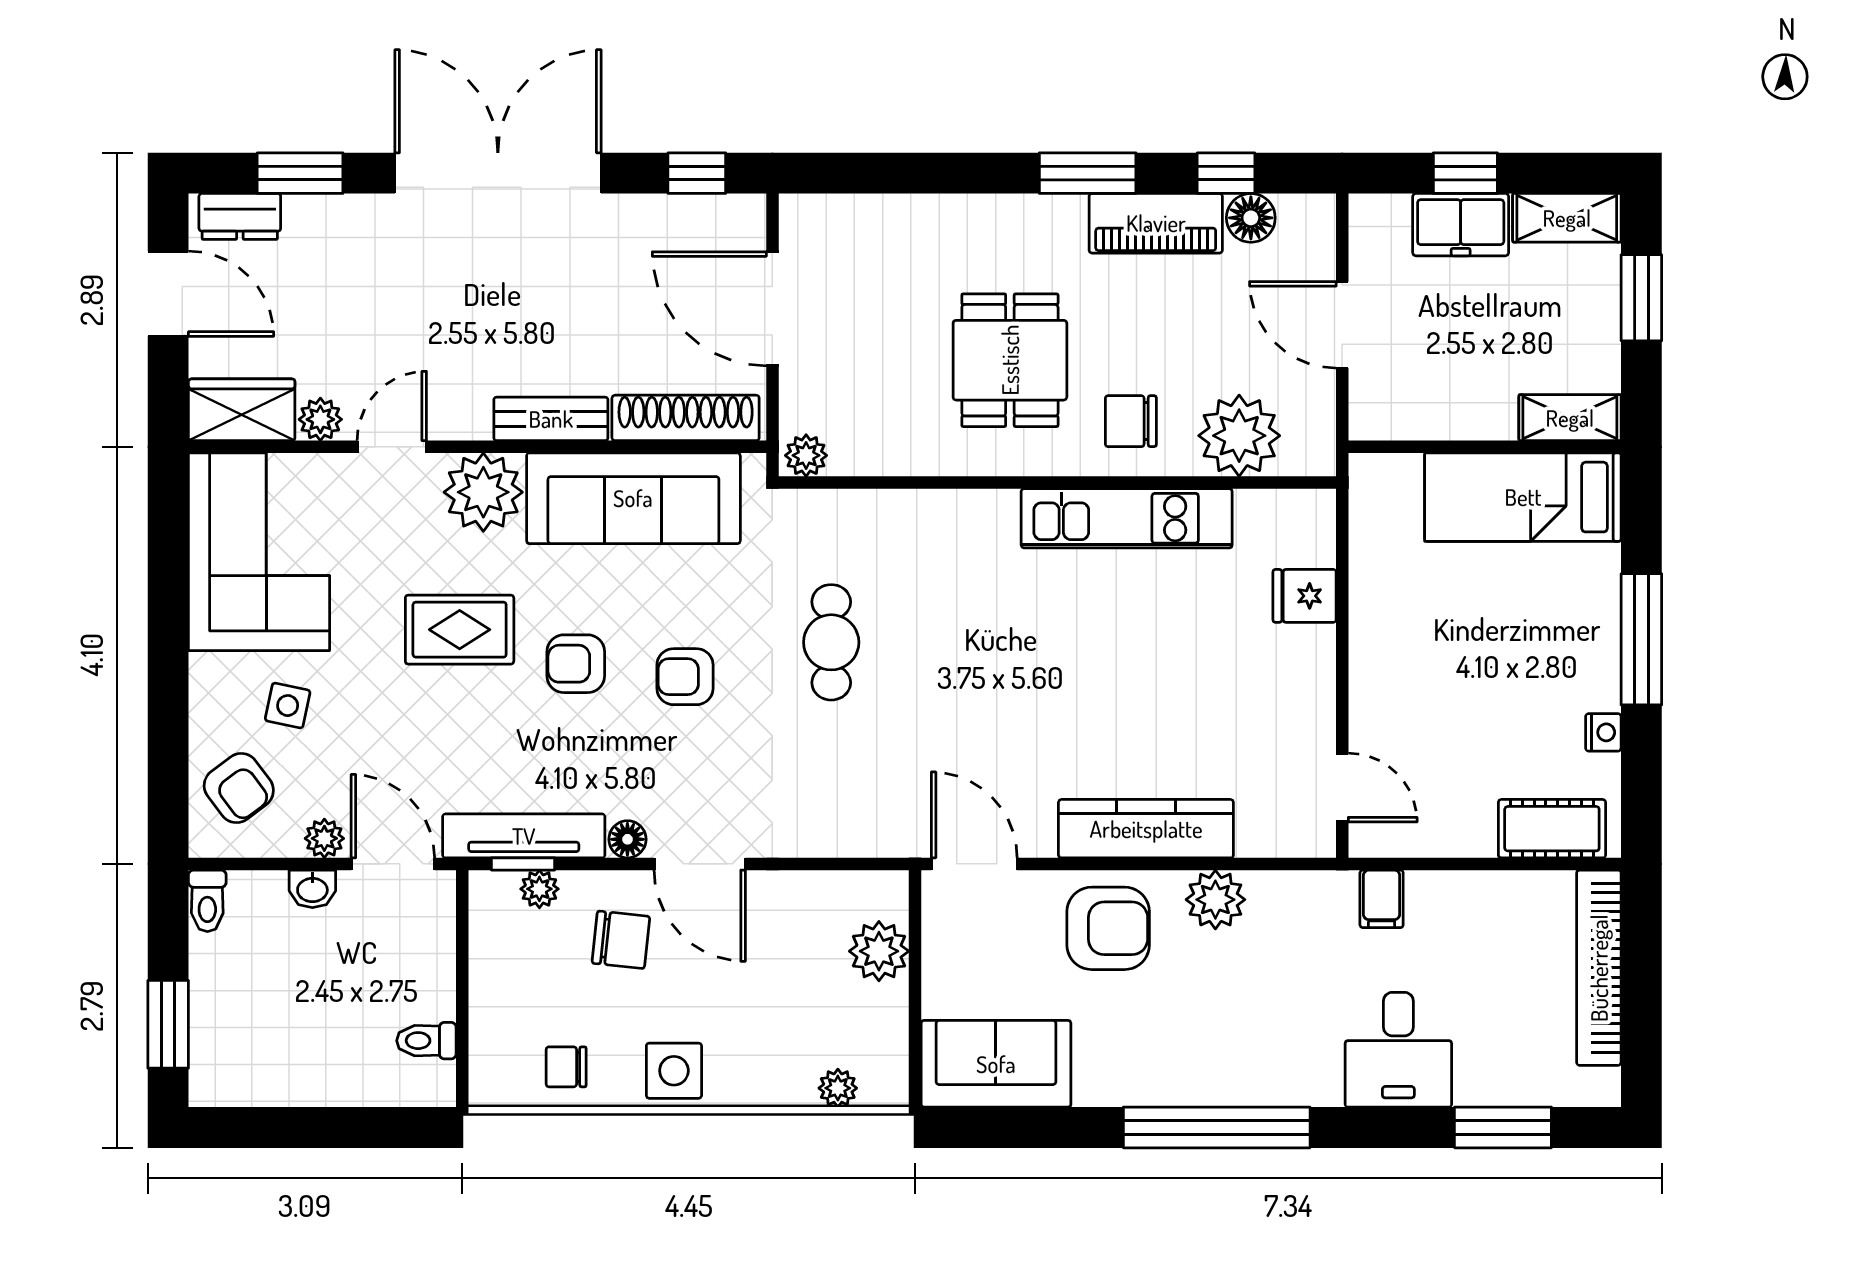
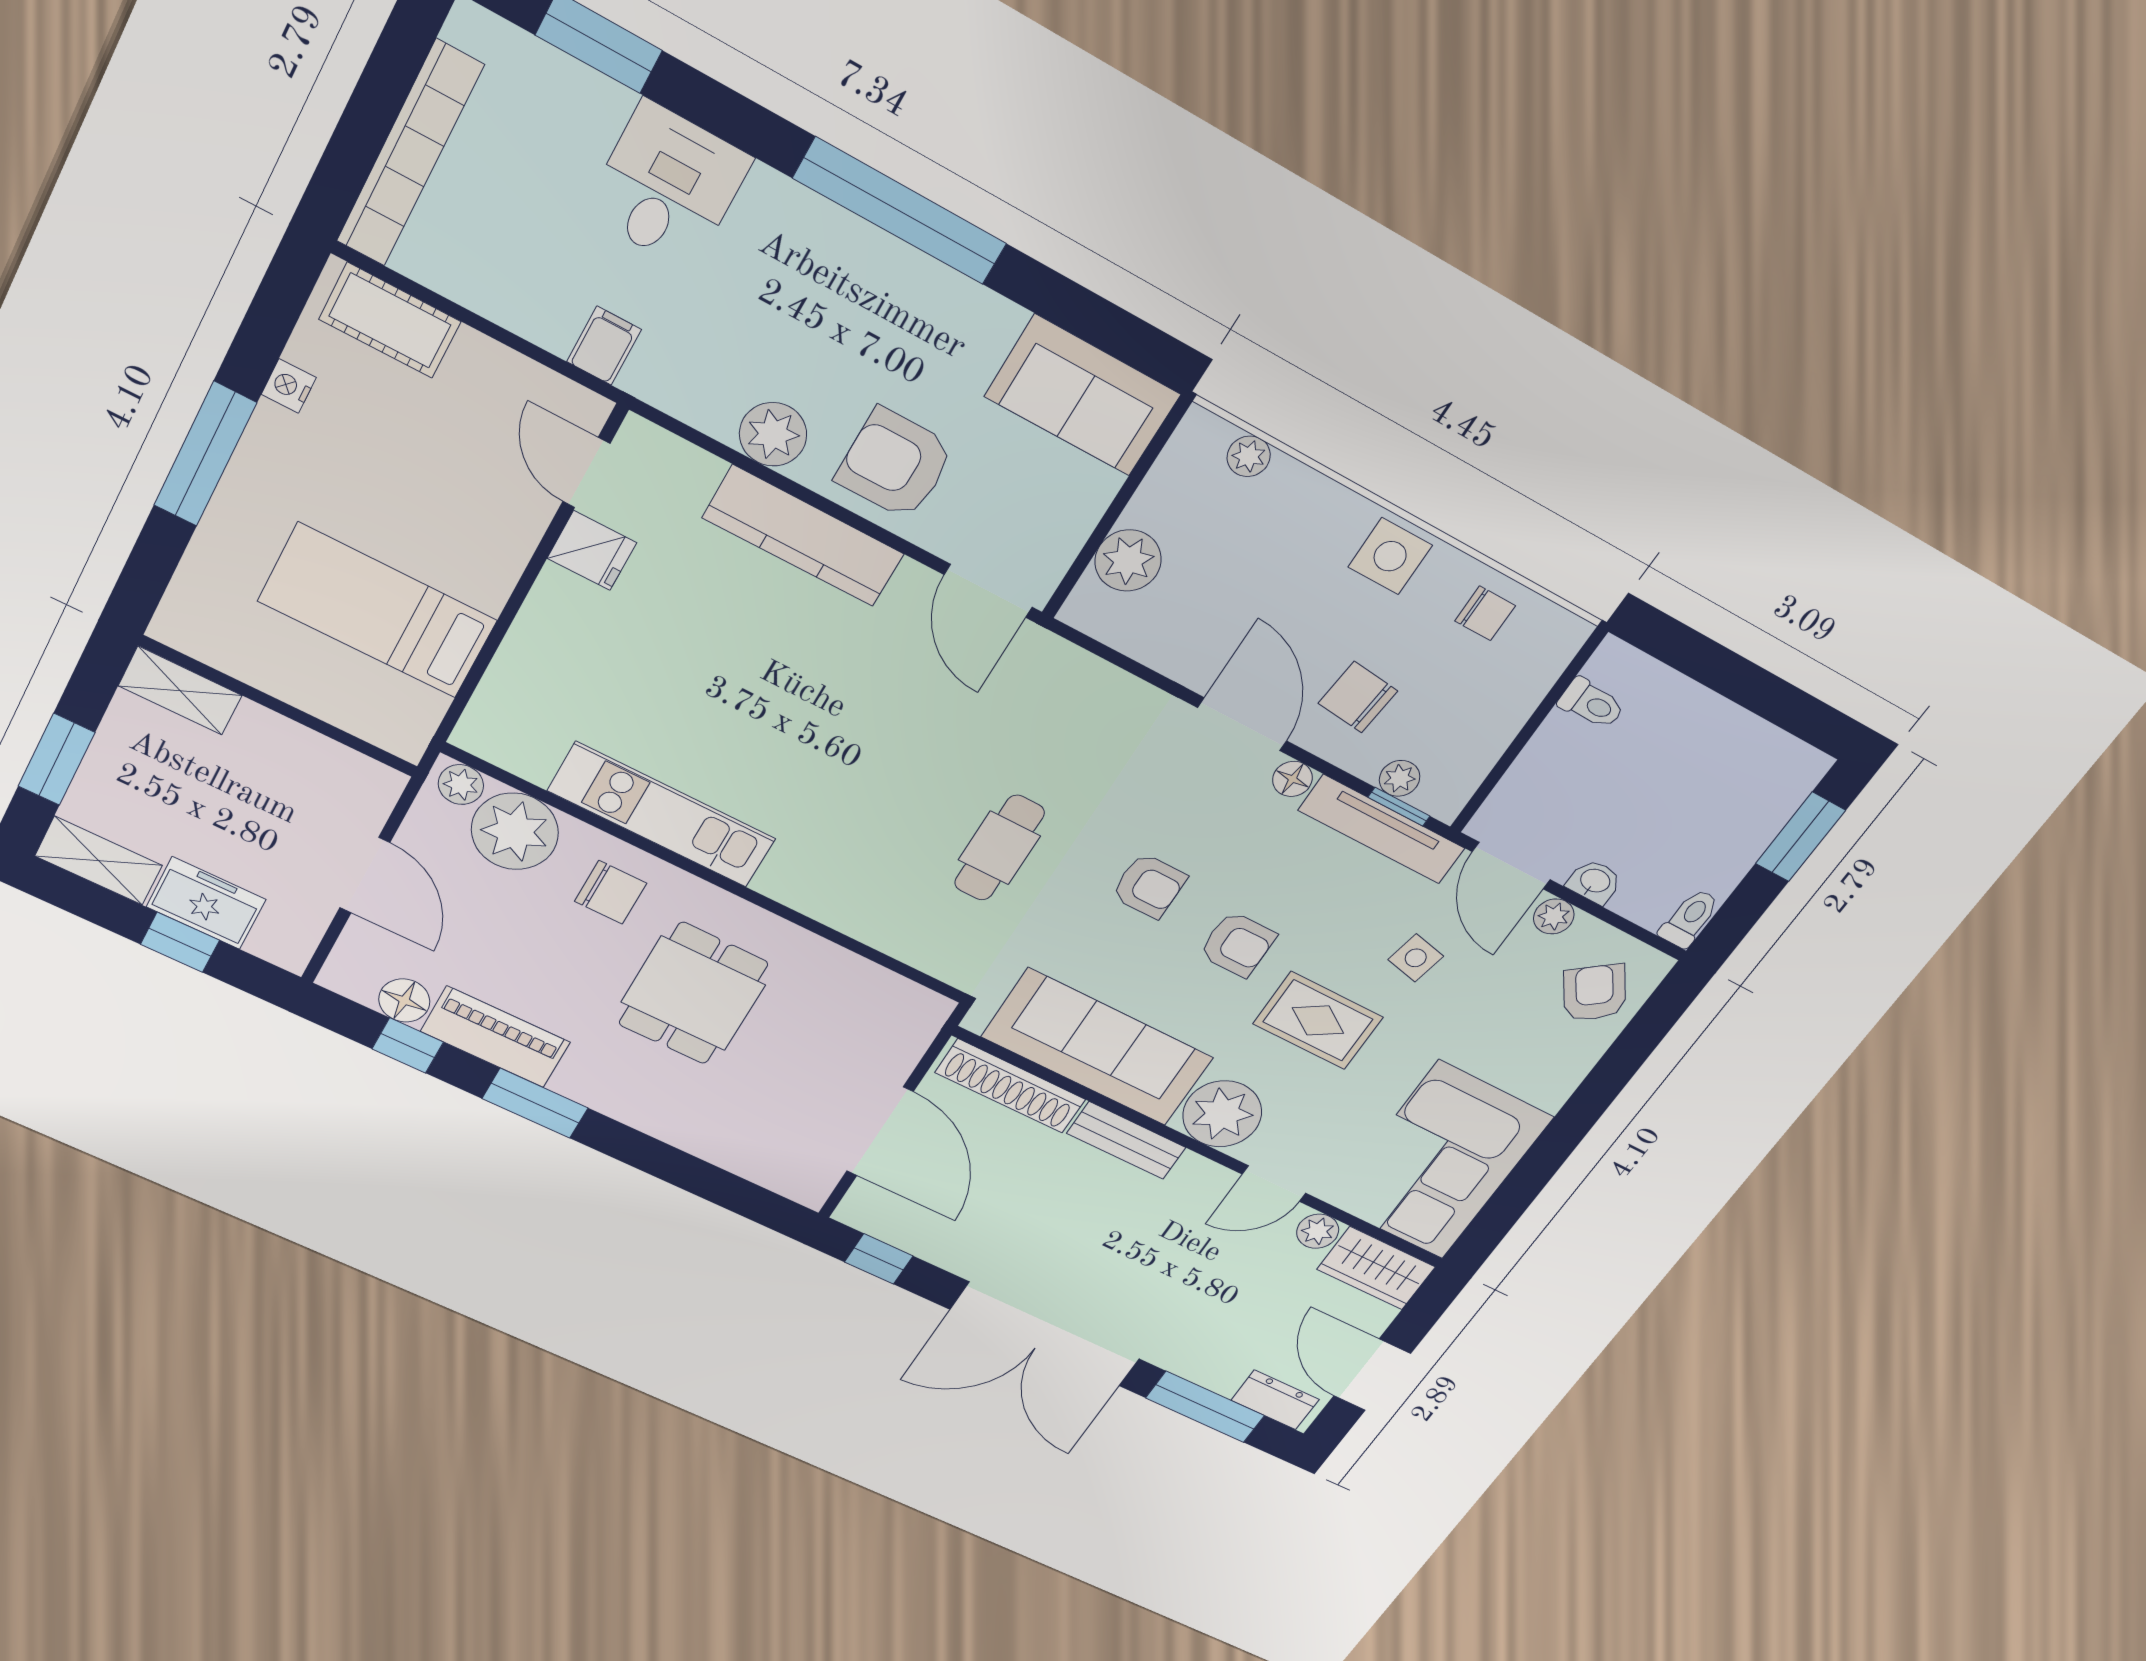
window: (300, 173) -> (1205, 1407), width x1.44
plant: (806, 455) -> (461, 785), moved
bed: (1523, 497) -> (378, 611), moved, turned 180
fridge: (1305, 596) -> (592, 551), moved
side table: (288, 706) -> (1416, 958), moved

